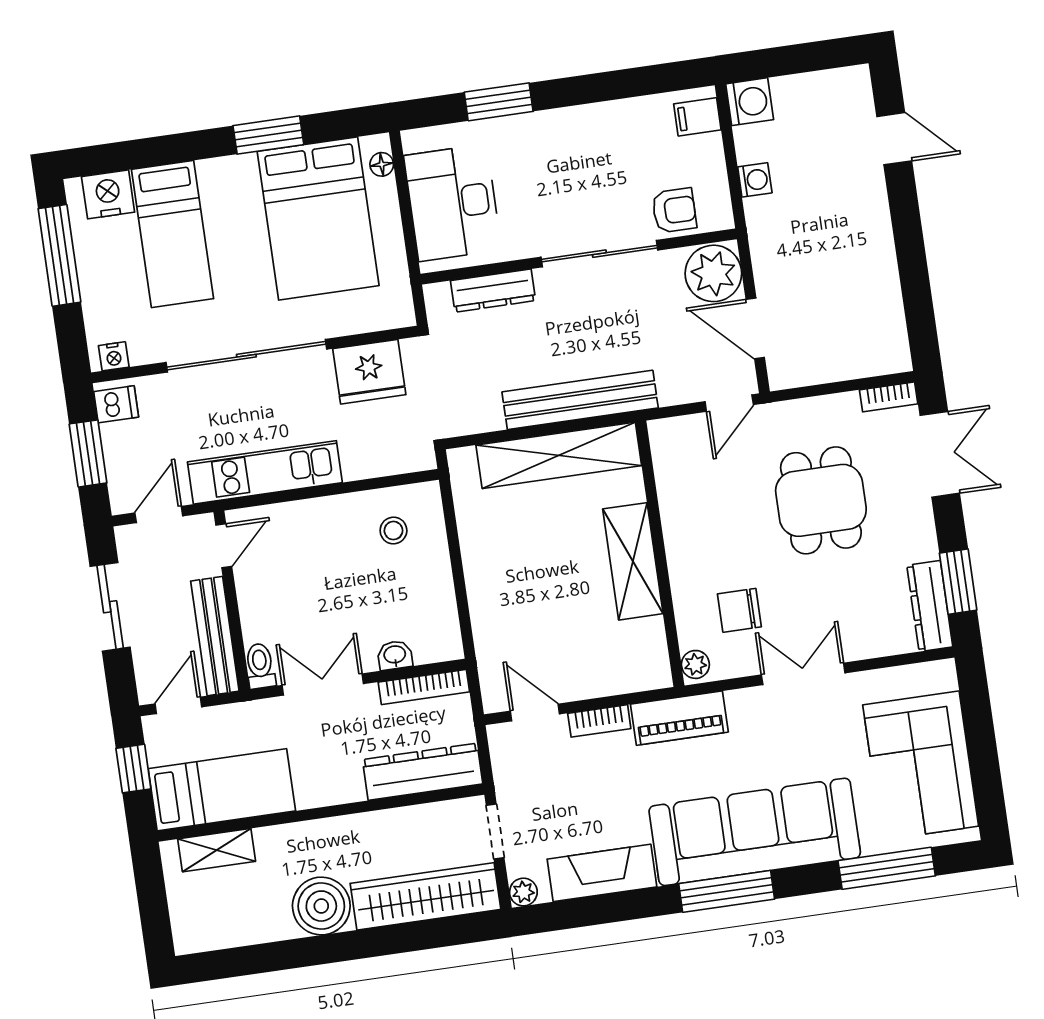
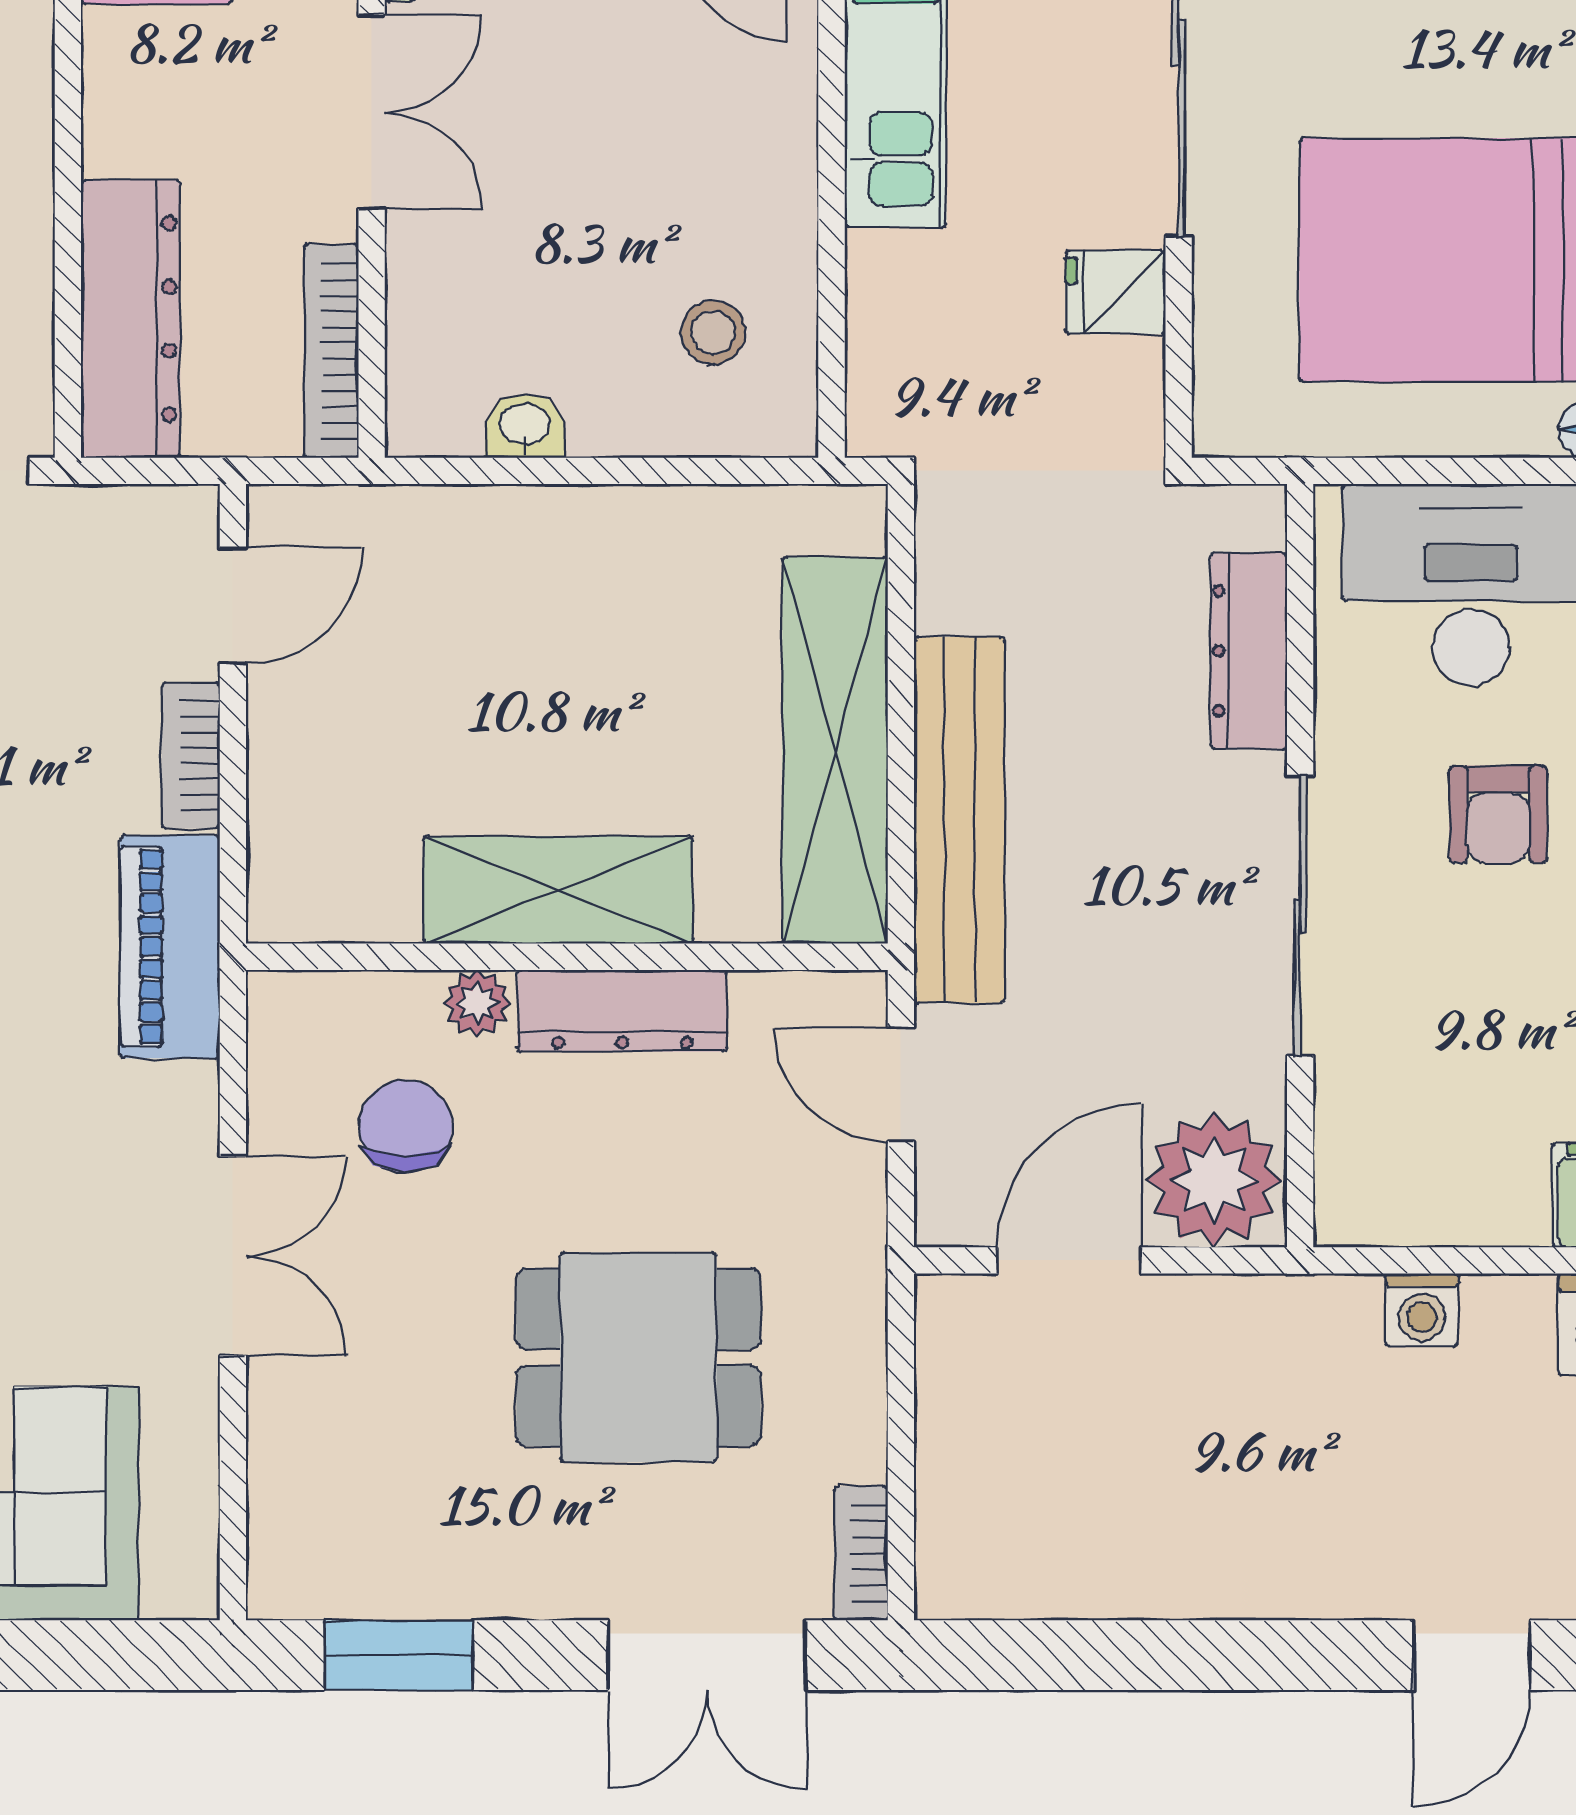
armchair: (674, 210) -> (1498, 814), moved
fridge: (369, 372) -> (1115, 292), width x0.53, depth x0.75
door: (729, 403) -> (901, 1084), moved
dresser: (930, 606) -> (622, 1011), moved, turned 180
washbasin: (395, 655) -> (525, 426), moved, turned -90
plant: (695, 664) -> (477, 1003), moved

